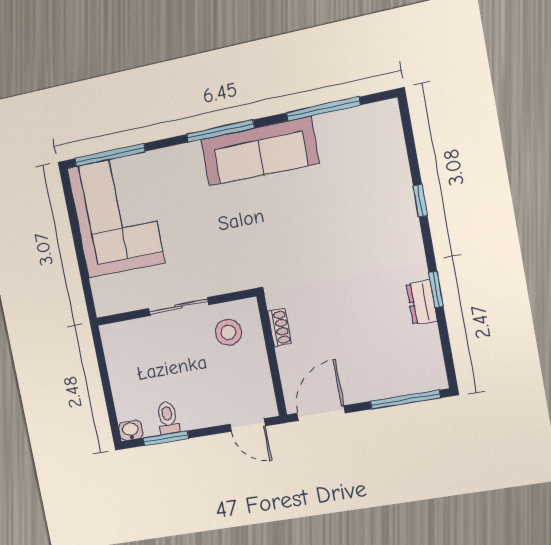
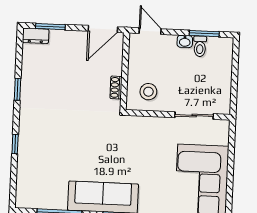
dresser: (422, 302) -> (36, 36), moved, turned 90
sliding door: (178, 307) -> (194, 116), moved
window: (405, 400) -> (50, 27), width x0.69
washbasin: (131, 430) -> (185, 41), moved

